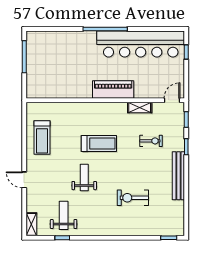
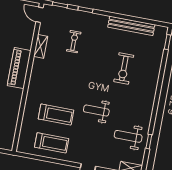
treadmill: (99, 143) -> (56, 115), moved, turned 90
bench: (178, 176) -> (131, 26), moved

